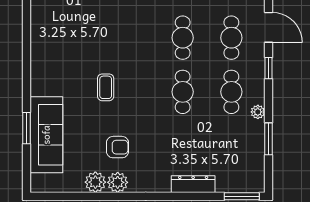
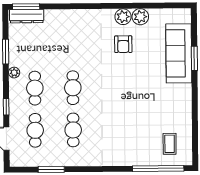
coffee table: (106, 87) -> (170, 144), moved
armchair: (117, 147) -> (123, 44), turned -90
dresser: (193, 184) -> (27, 16), moved

